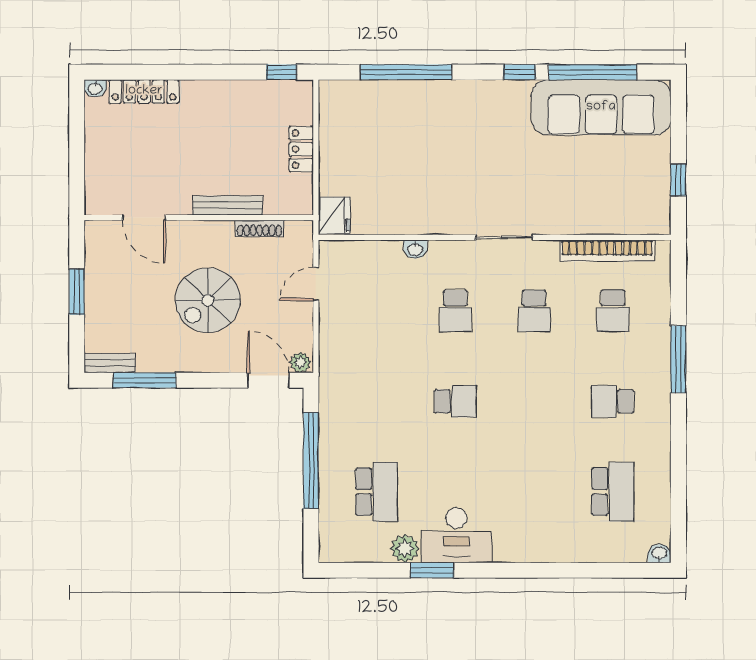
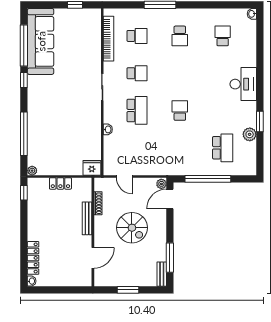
plant: (328, 89) -> (32, 171), added
school desk: (455, 311) -> (137, 110), width x1.85
school desk: (377, 492) -> (223, 148), turned 90
school desk: (613, 492) -> (223, 36), width x0.54
desk: (456, 535) -> (243, 84), moved

